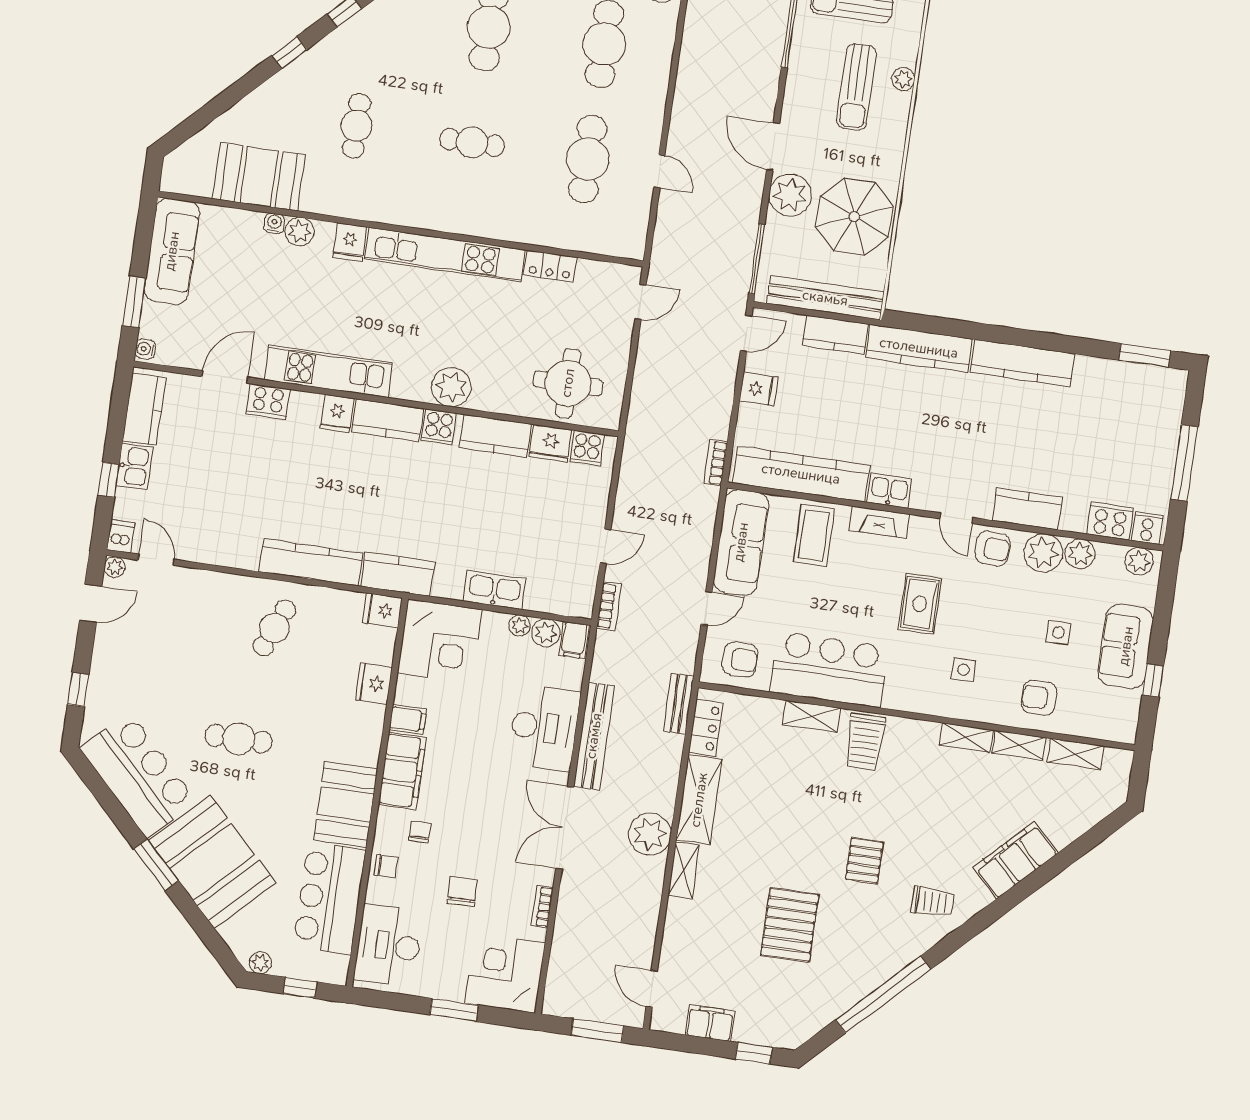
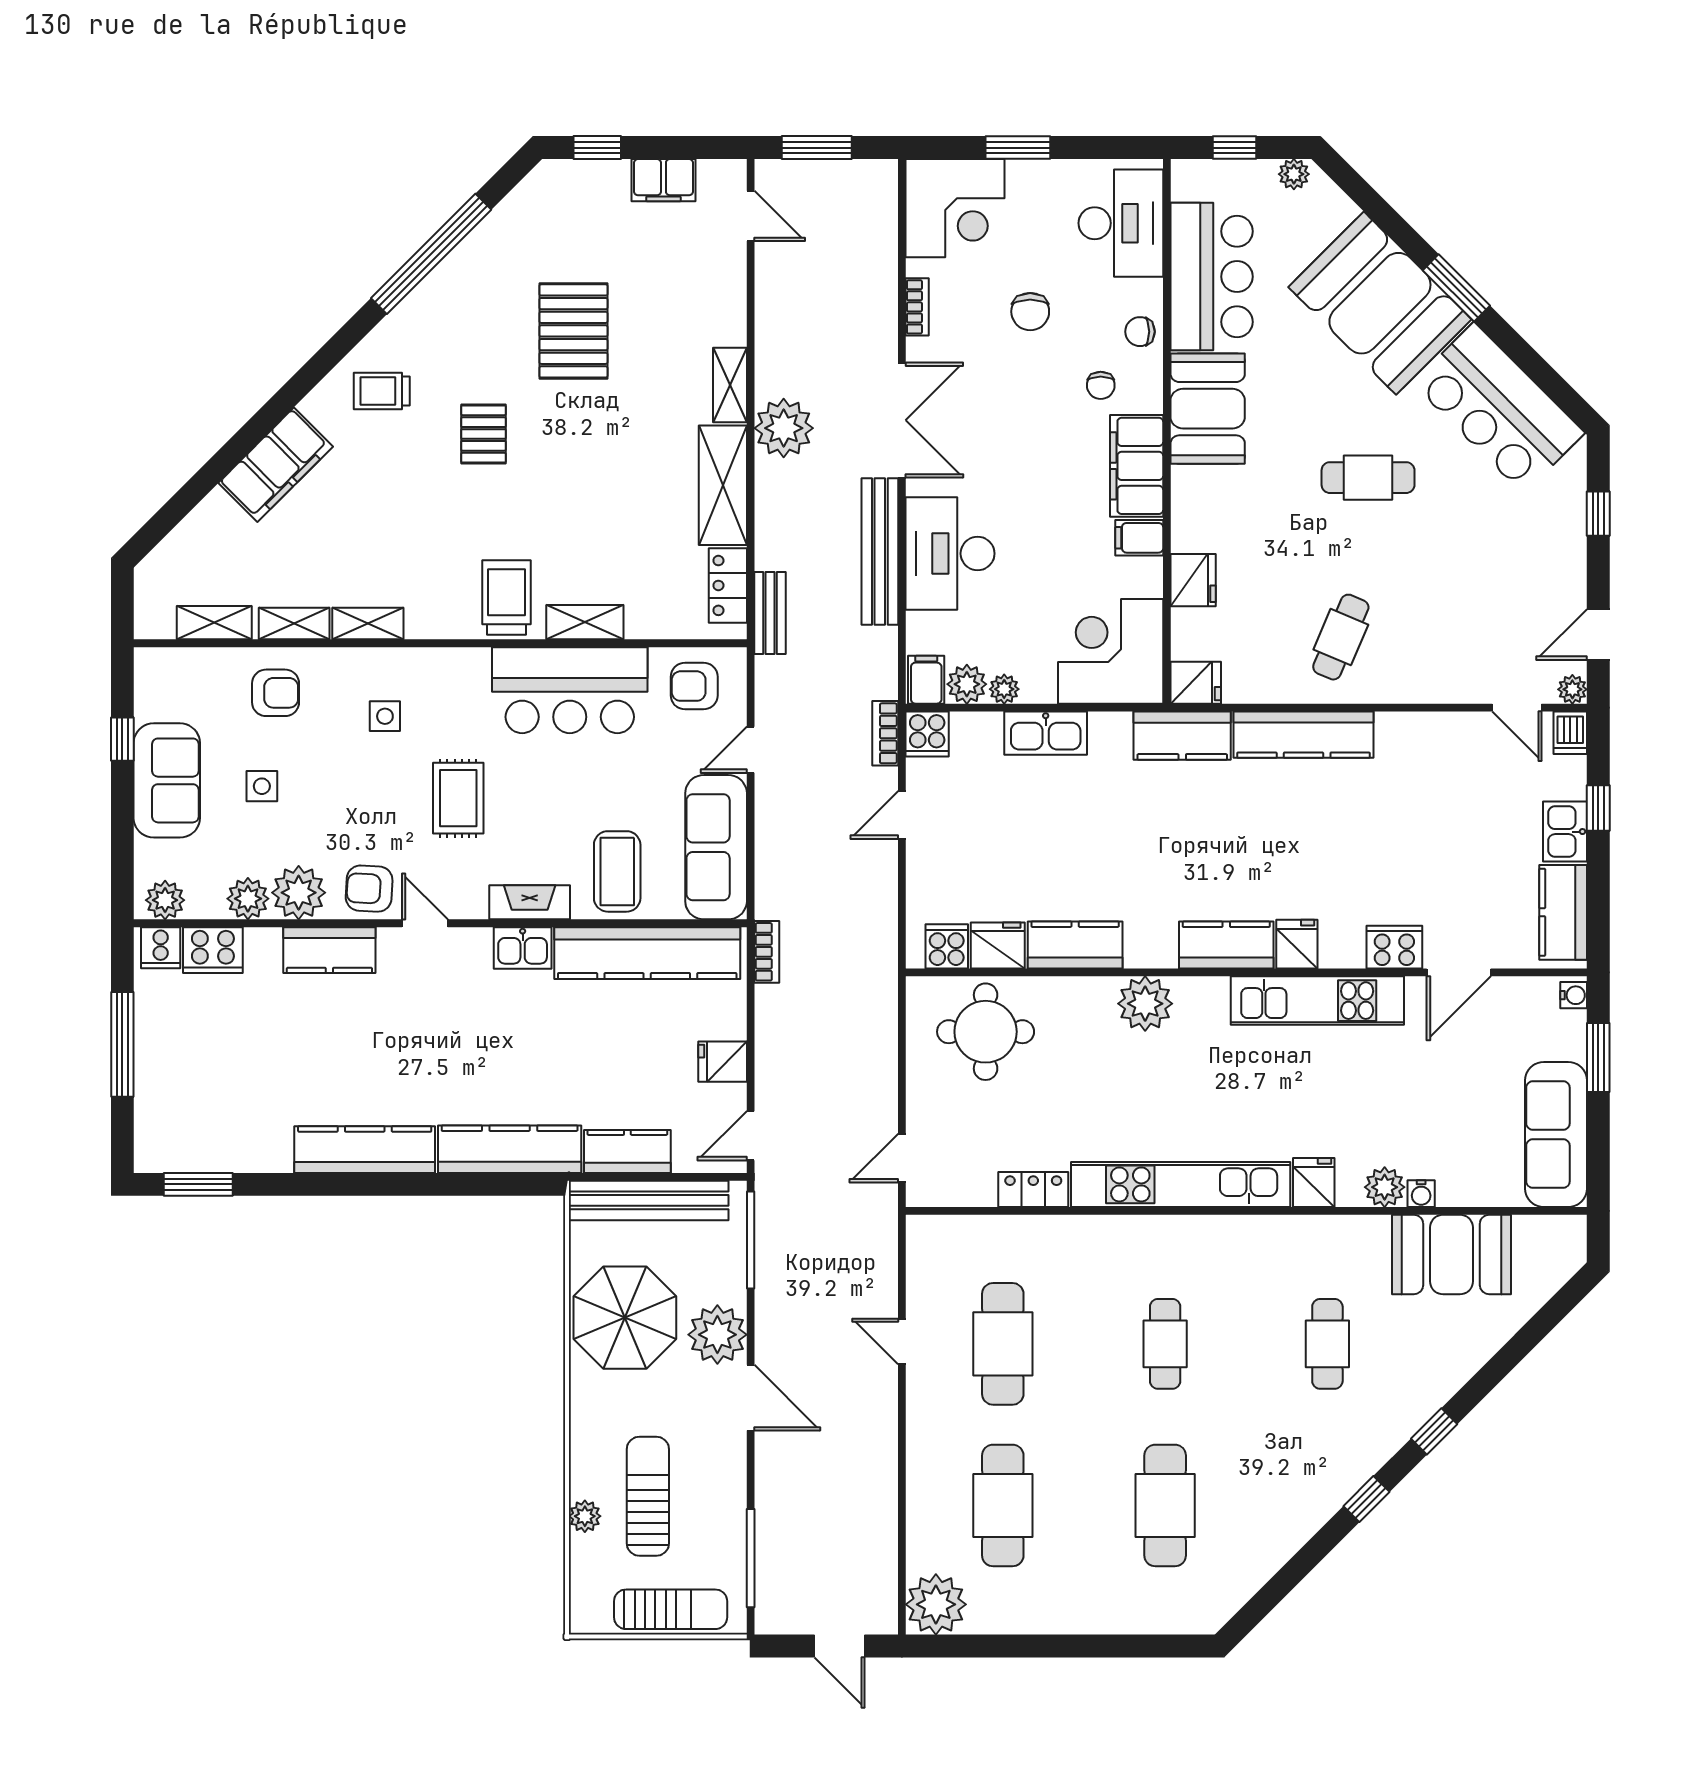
cafe table: (472, 142) -> (1165, 1344), turned 90
cooker: (439, 427) -> (927, 734), moved, turned 180

